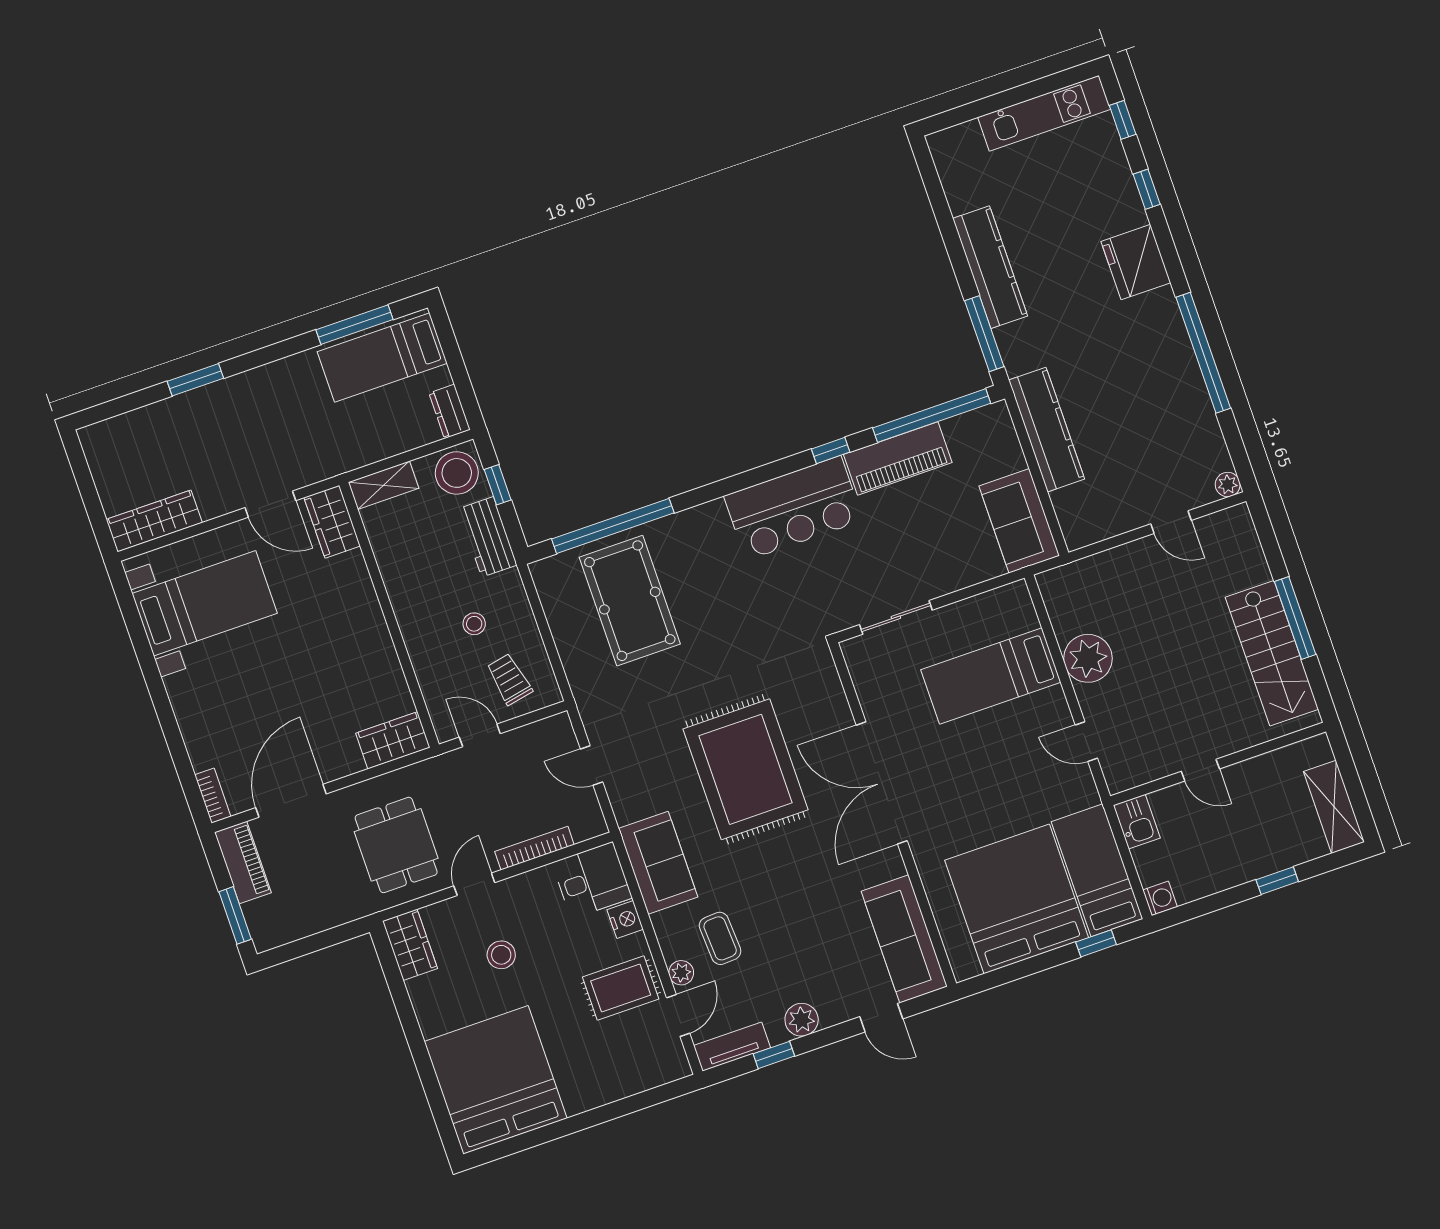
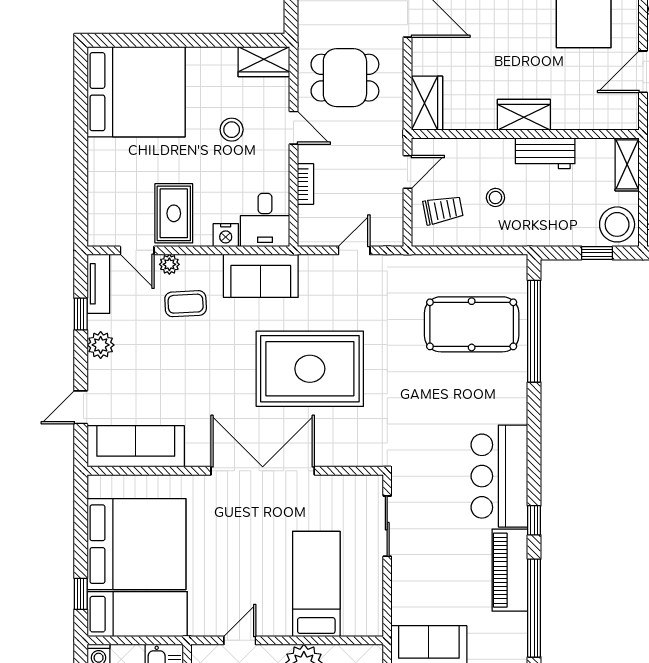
wardrobe: (332, 522) -> (524, 115), moved
workbench: (488, 537) -> (545, 153), moved, turned 180
bookcase: (534, 848) -> (305, 184), width x0.64

